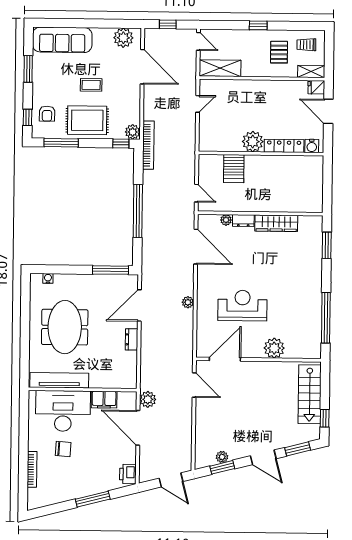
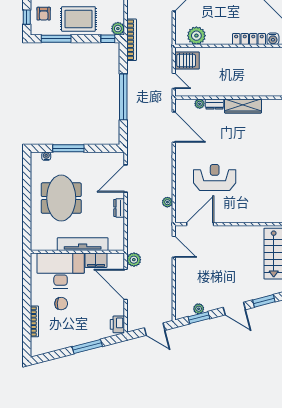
plant: (253, 142) -> (196, 36), moved
server rack: (234, 169) -> (187, 60), moved, turned -90
window: (110, 270) -> (68, 148), moved
plant: (188, 302) -> (167, 202), moved
plant: (274, 348) -> (243, 214), removed
tv unit: (59, 380) -> (83, 244), moved

